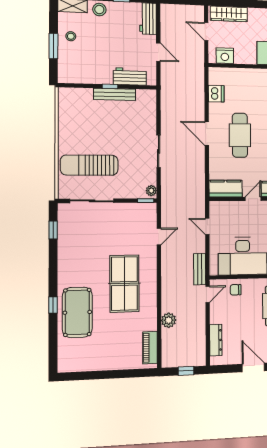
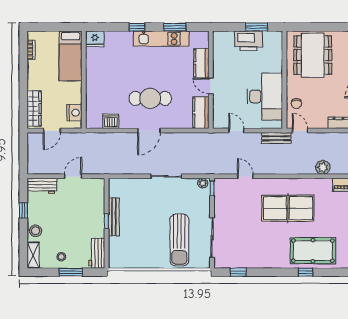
workbench: (130, 77) -> (97, 253), moved
door: (207, 226) -> (236, 131), swing flipped

